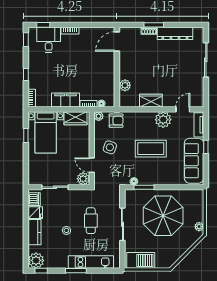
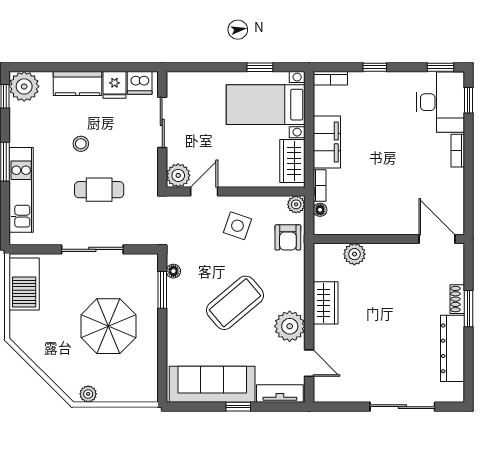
desk: (49, 40) -> (441, 102), width x1.37
coffee table: (151, 149) -> (235, 303), turned 50
parasol: (163, 216) -> (108, 326), width x0.73, depth x0.73

